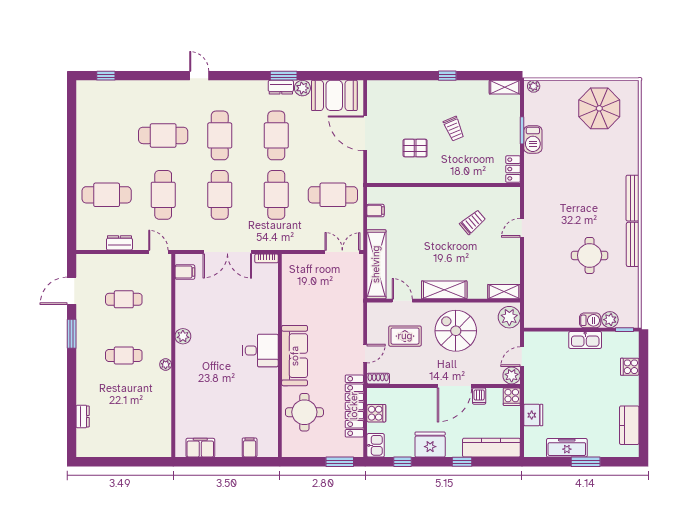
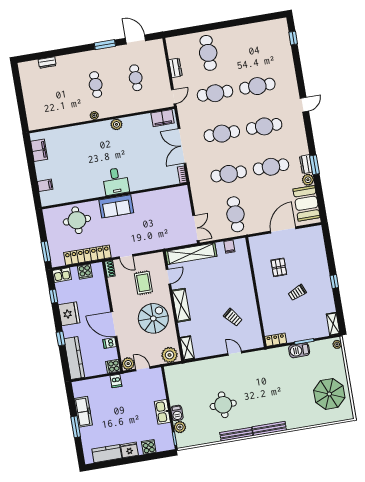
cafe table: (163, 135) -> (257, 86), turned 90
filing cabinet: (185, 272) -> (163, 118), width x2.00
sofa: (295, 356) -> (116, 206), width x0.73
dishwasher: (532, 396) -> (116, 381), added
fridge: (533, 415) -> (129, 450), moved, turned 180

